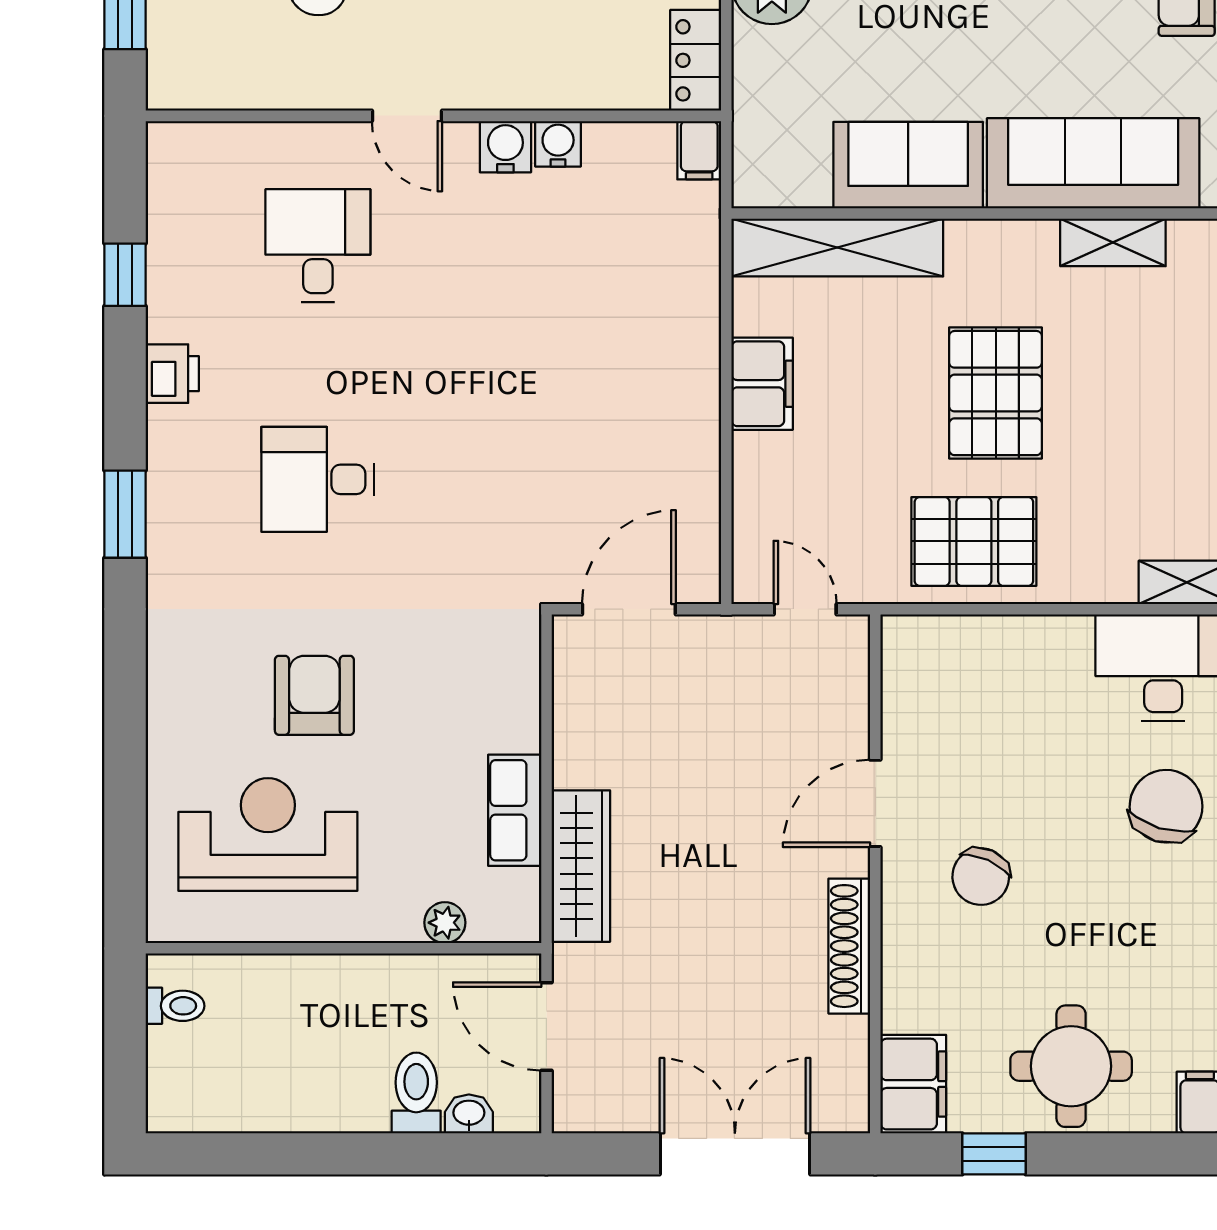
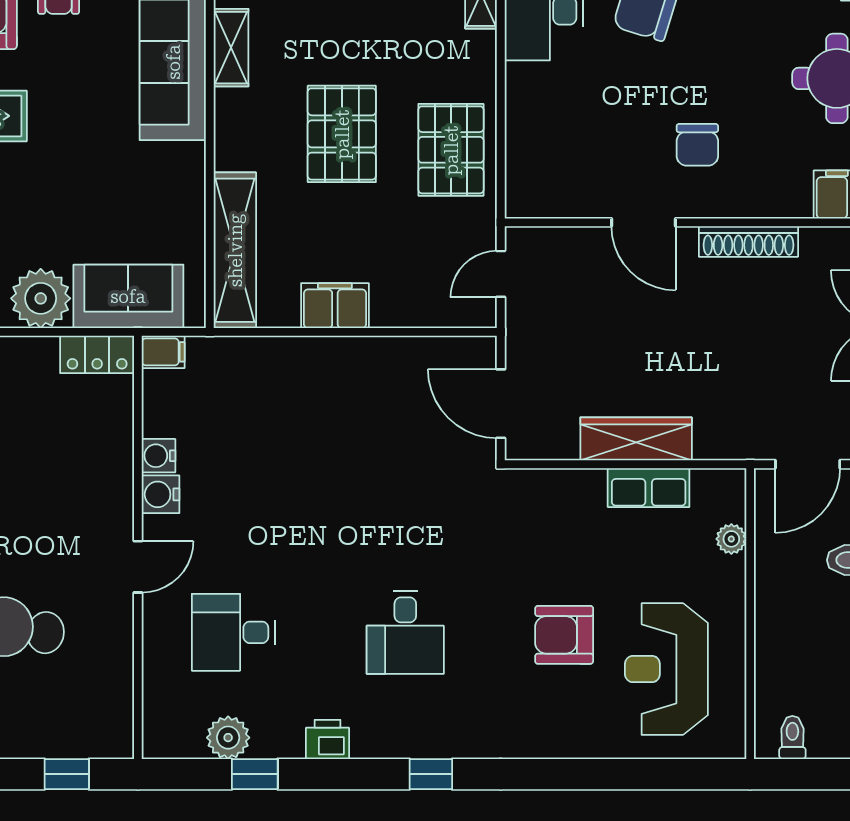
sofa: (908, 165) -> (128, 296), moved, turned 90
plant: (175, 238) -> (228, 738), added
pallet: (996, 393) -> (342, 134), turned 90
window: (125, 514) -> (431, 774), width x0.67
wardrobe: (581, 866) -> (636, 439), moved
chair: (981, 877) -> (697, 145), turned 66

